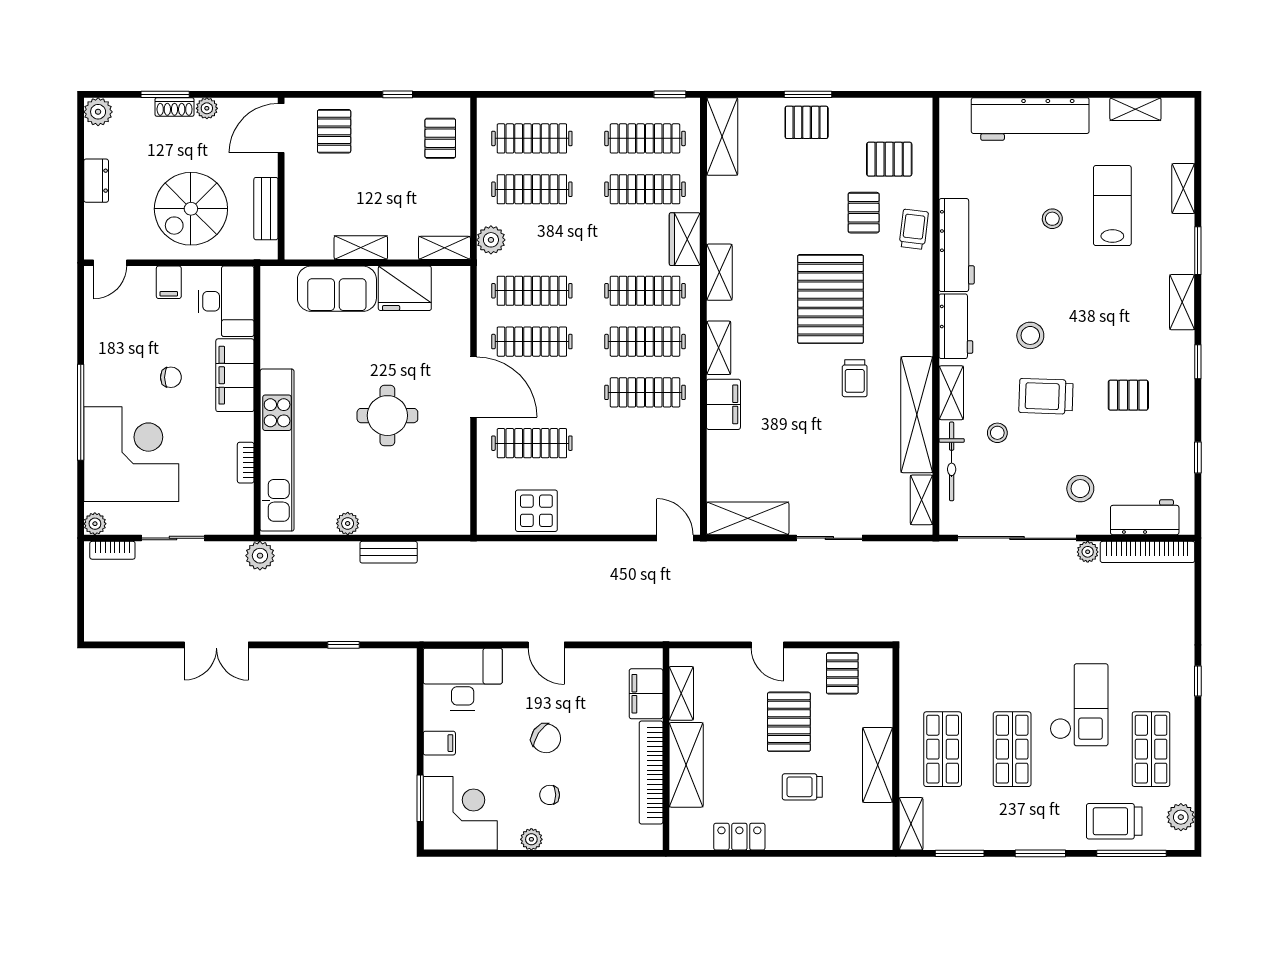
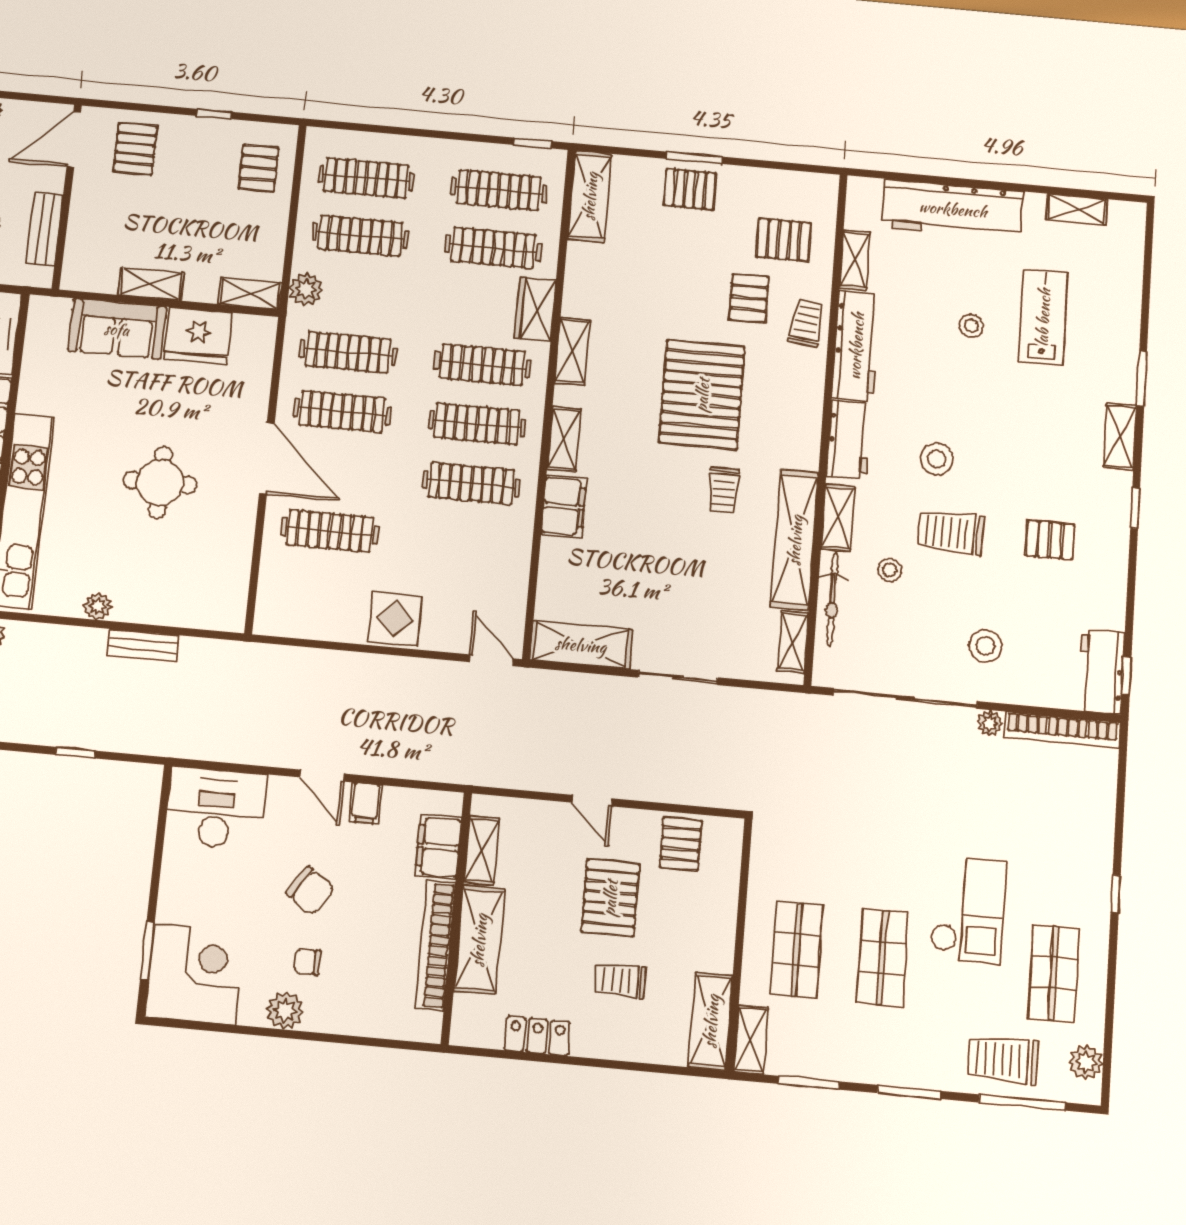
shelving: (1183, 189) -> (855, 260), moved
window: (1198, 457) -> (1127, 676), moved
display table: (536, 511) -> (395, 619), moved
workbench: (1145, 517) -> (1102, 671), moved, turned -90
filing cabinet: (439, 743) -> (366, 803), moved, turned 90
shelving: (878, 765) -> (711, 1021), moved
plant: (531, 839) -> (285, 1011), width x1.38, depth x1.38

